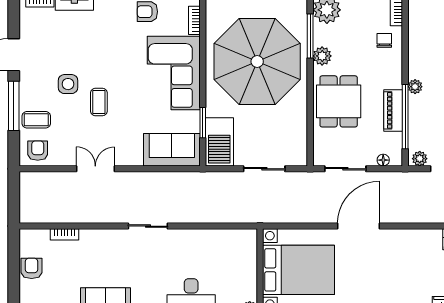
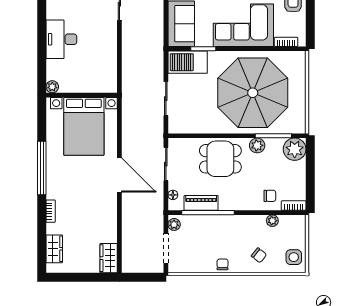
plant: (415, 87) -> (272, 221), moved
piano: (393, 110) -> (201, 203), moved

